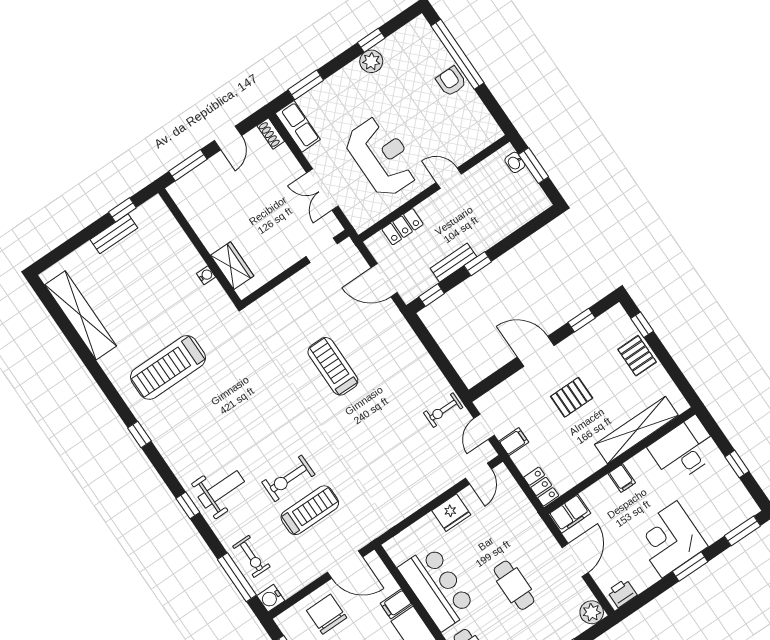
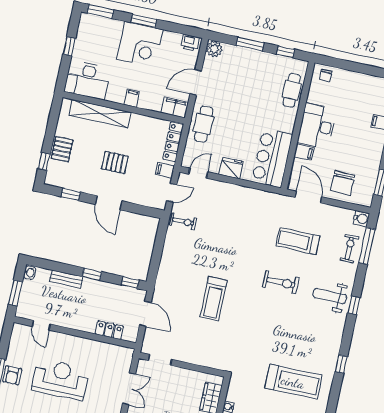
reception desk: (382, 157) -> (60, 379), moved, turned 90
washbasin: (515, 162) -> (30, 273), moved
door: (449, 178) -> (41, 325), moved
bench: (453, 263) -> (66, 279), moved
exercise bike: (288, 478) -> (281, 282), moved
locker: (541, 486) -> (173, 142), width x1.53
cafe table: (514, 585) -> (204, 124), moved
bar counter: (437, 588) -> (272, 158), moved

